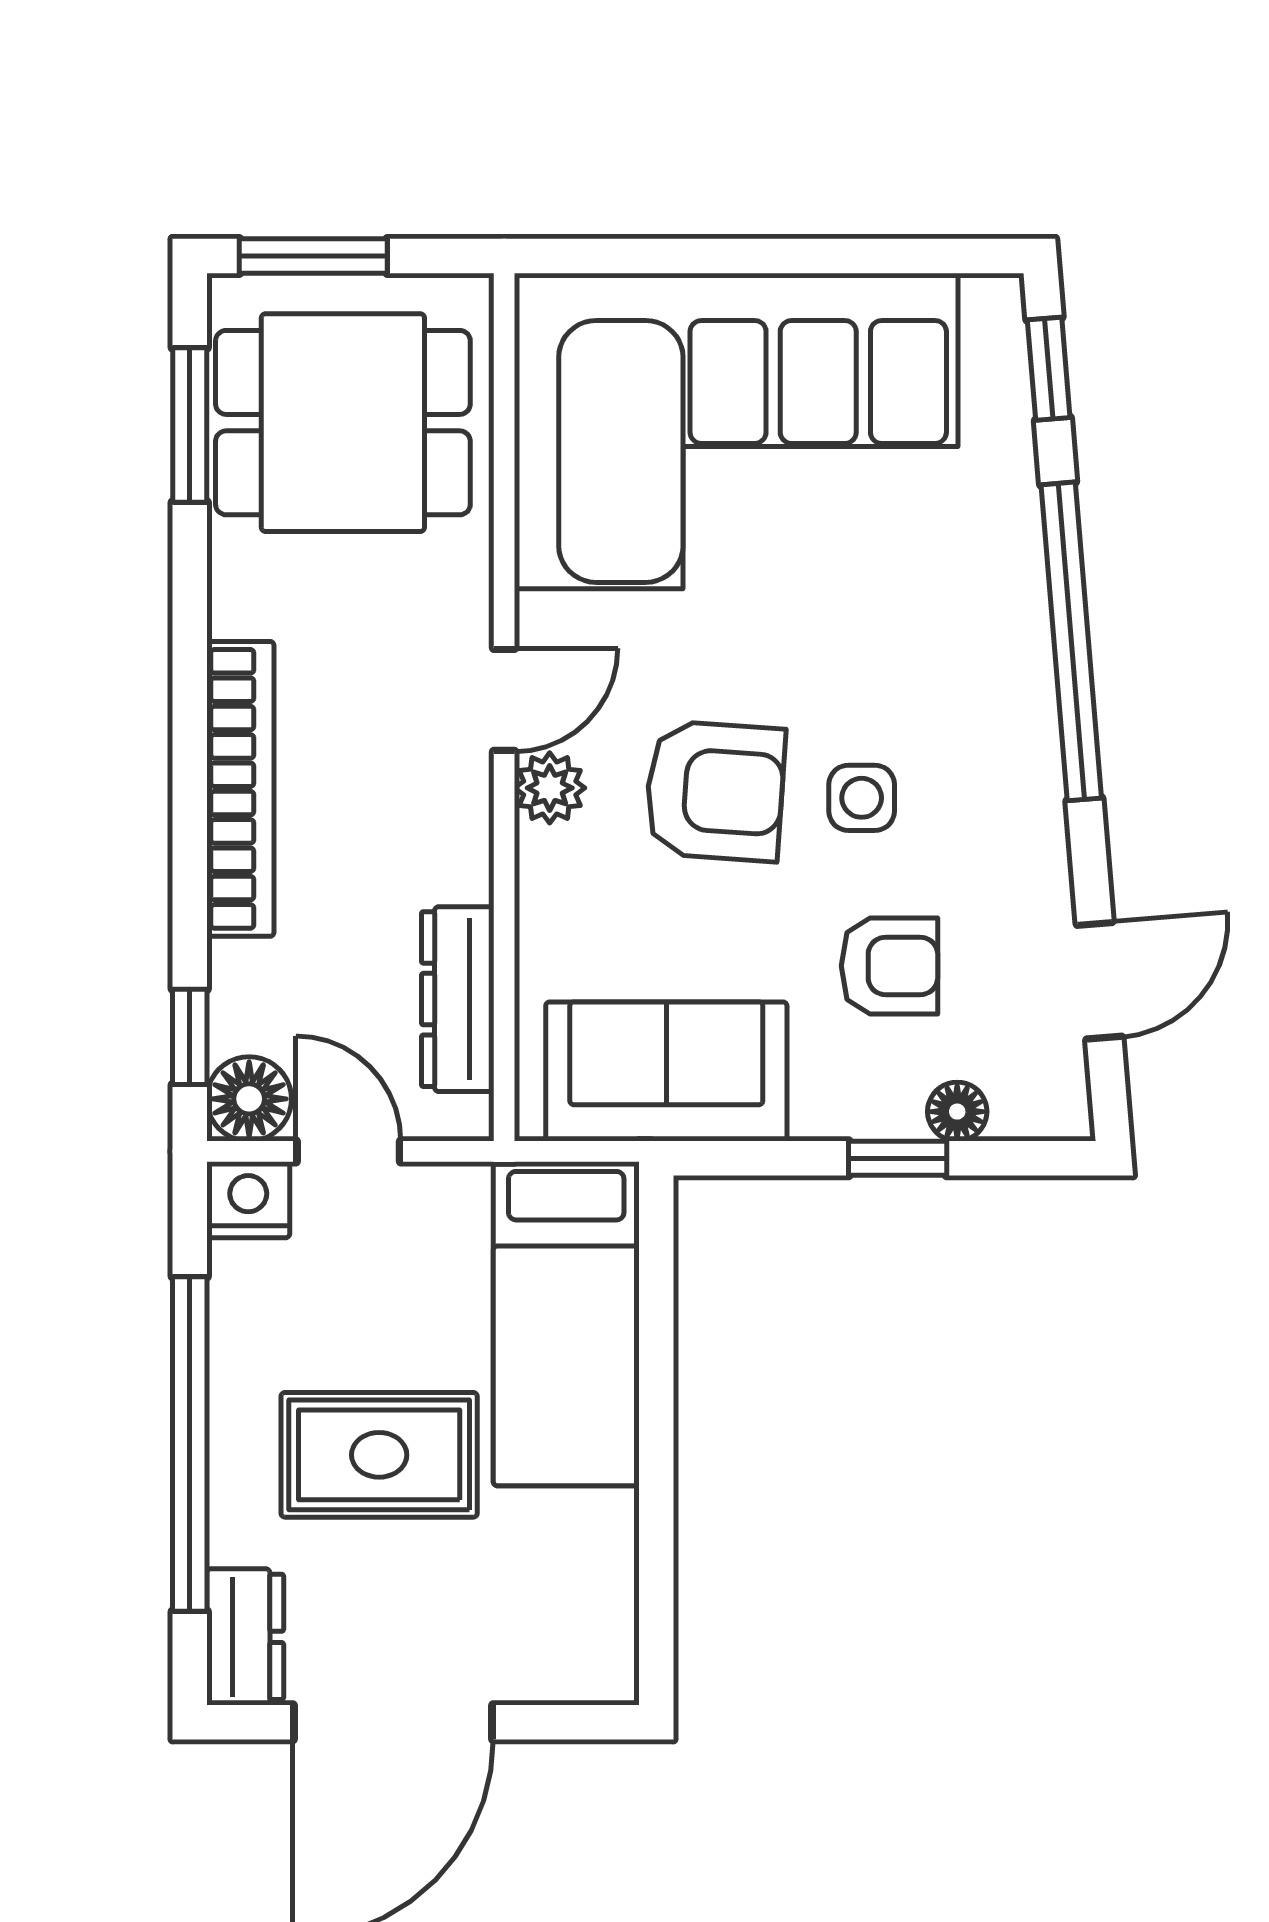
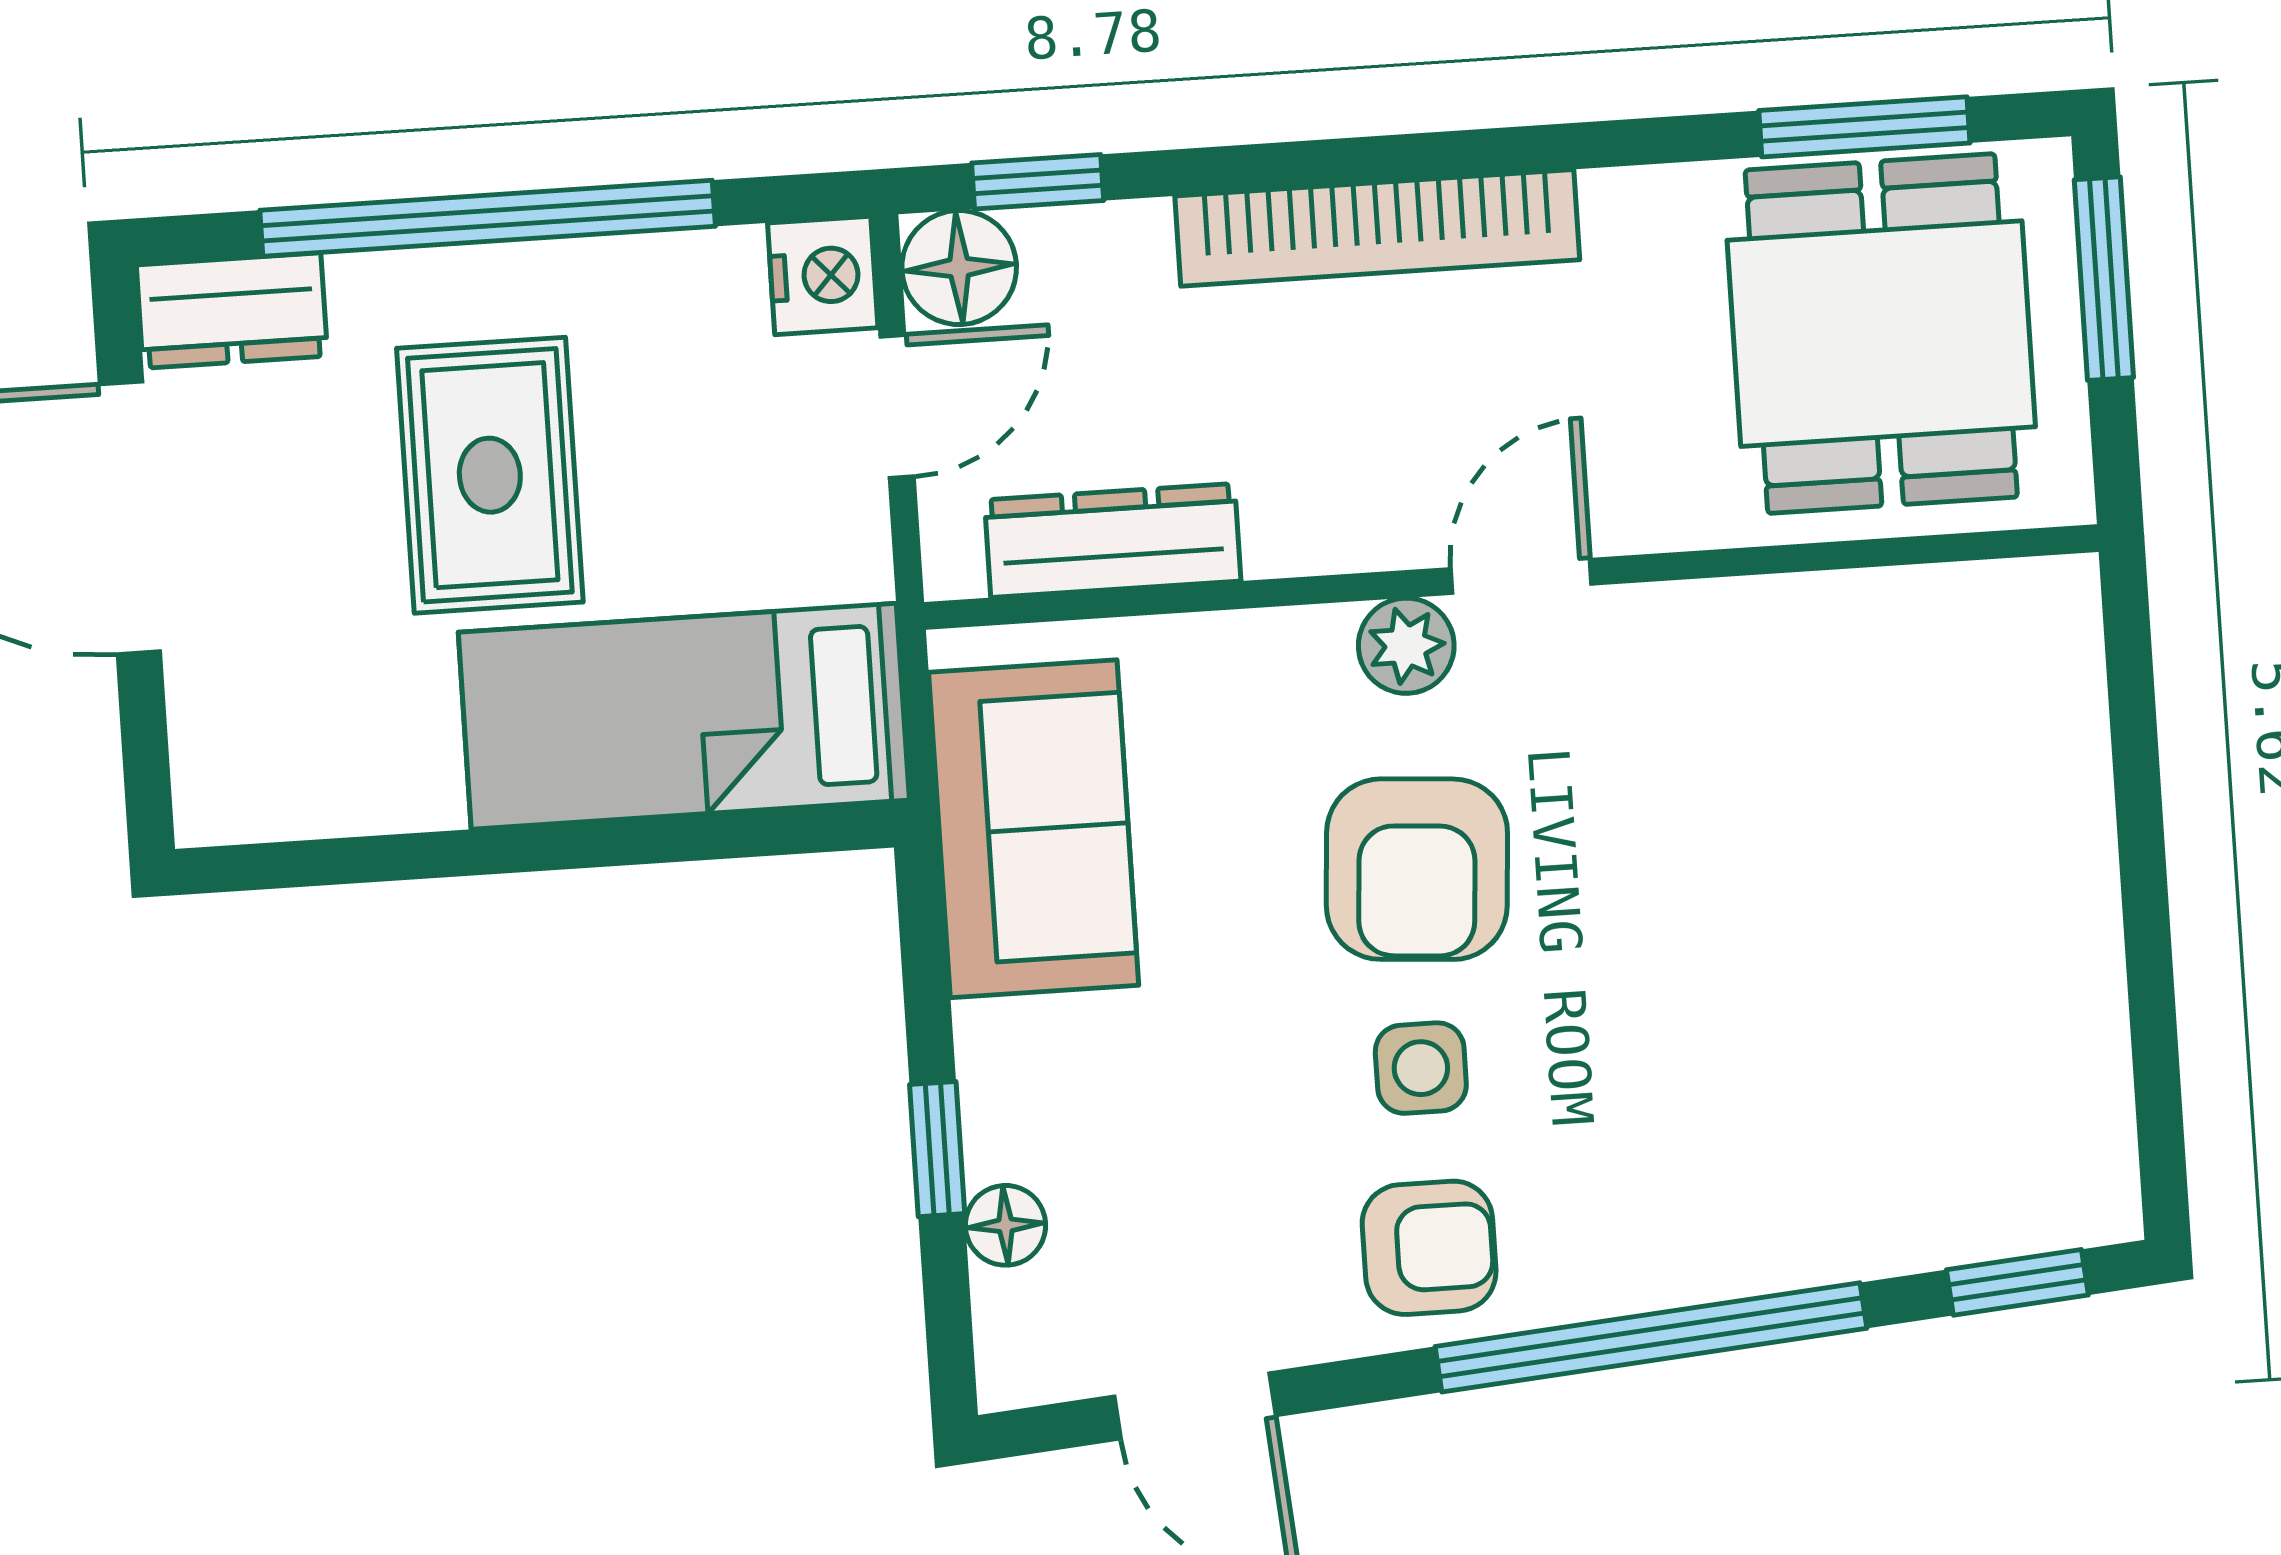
corner sofa: (736, 431) -> (1905, 866), removed
door: (504, 700) -> (1521, 576), swing flipped
armchair: (889, 966) -> (1429, 1248), moved, turned -90

